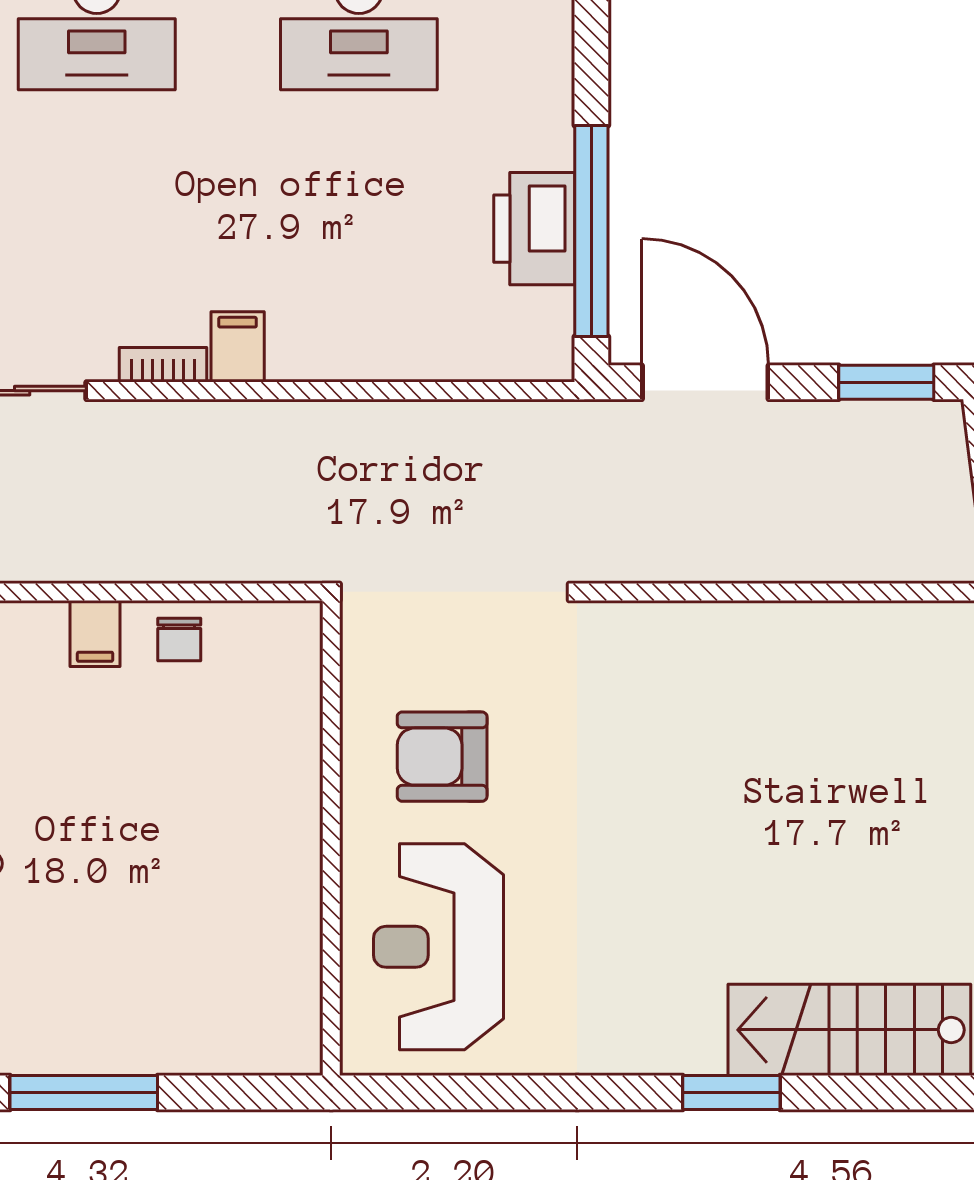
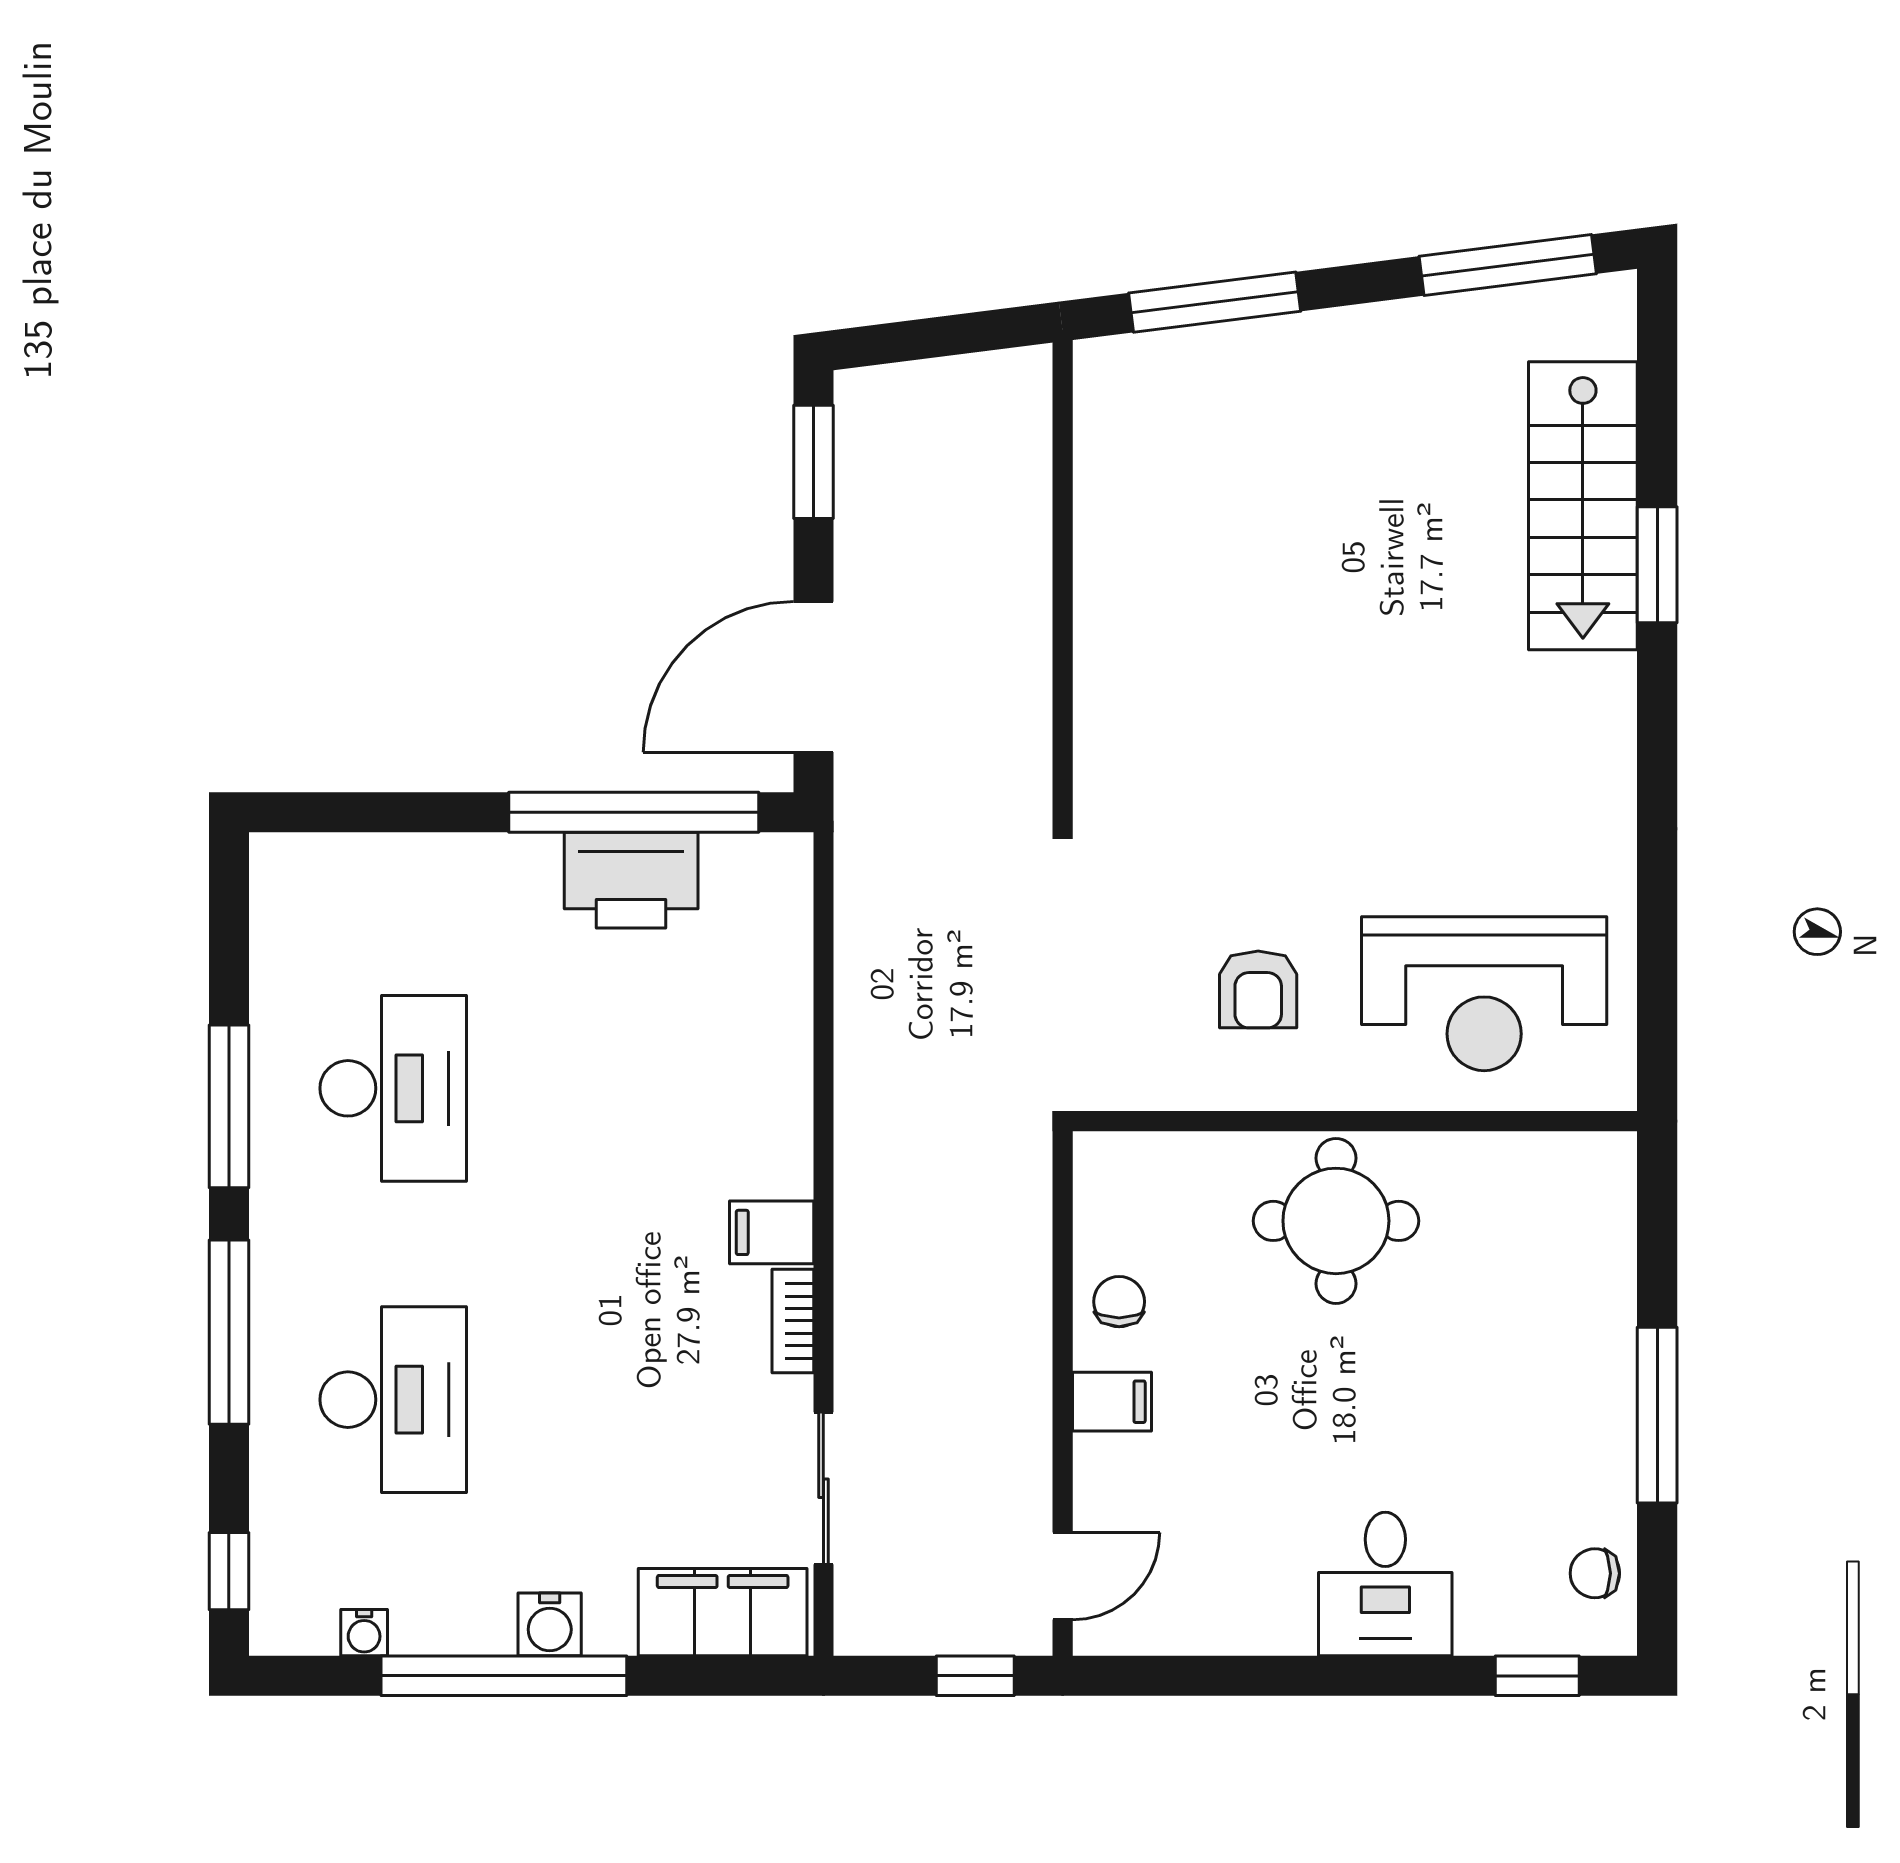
chair: (179, 639) -> (1119, 1302), turned -90
armchair: (442, 757) -> (1258, 989), width x0.72, depth x0.72
round table: (247, 822) -> (1336, 1221), added
window: (731, 1092) -> (1657, 565), moved

